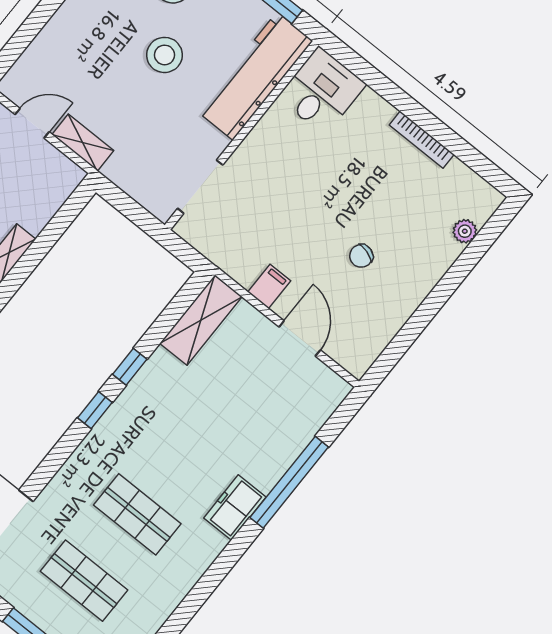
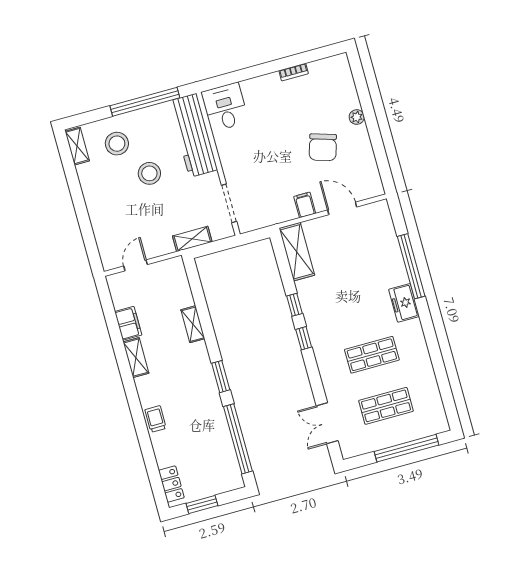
bookcase: (422, 140) -> (294, 72), width x0.64
shelving: (83, 143) -> (192, 239), moved
plant: (465, 231) -> (357, 117), moved
chair: (361, 256) -> (323, 147), width x1.87, depth x1.87

